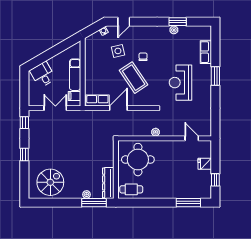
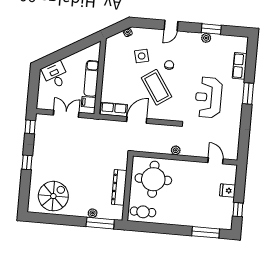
door: (124, 22) -> (171, 26), moved
dresser: (108, 183) -> (119, 187), moved

